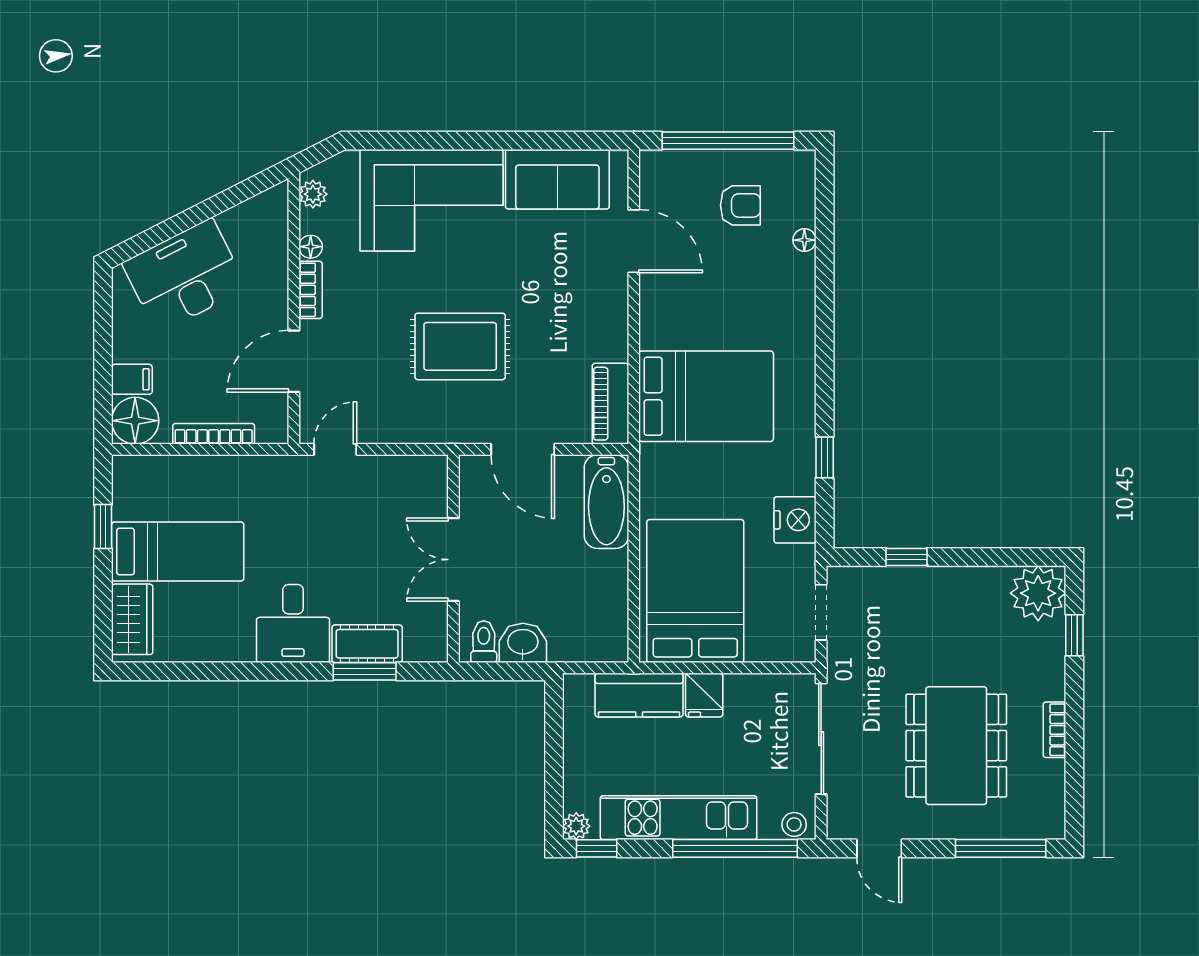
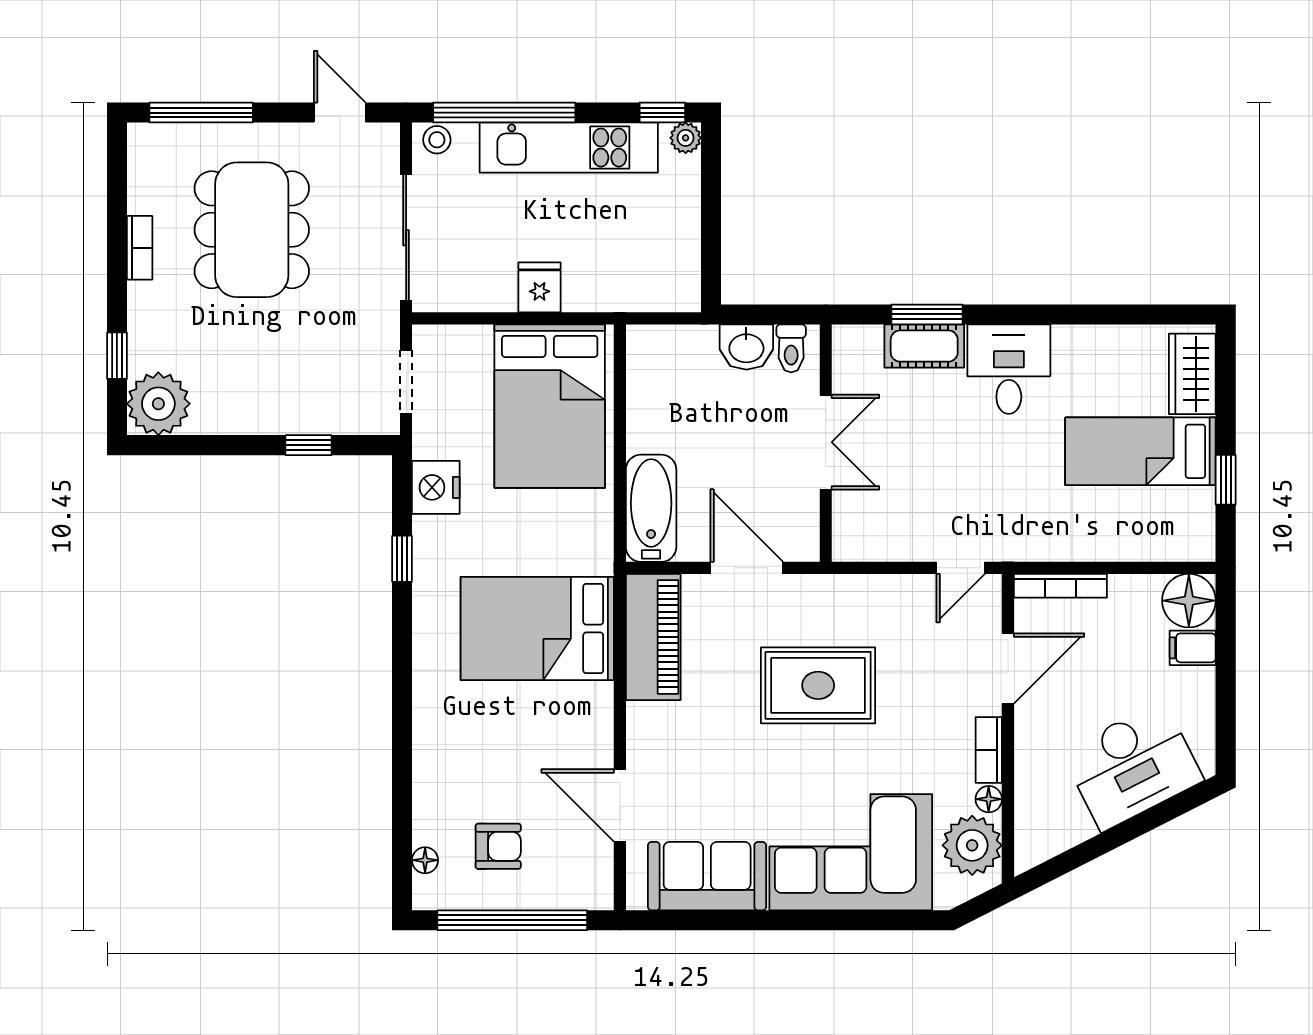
plant: (313, 194) -> (972, 845), width x1.88, depth x1.88
armchair: (740, 205) -> (498, 846), turned 180
floor lamp: (804, 240) -> (425, 860), moved
piano: (610, 404) -> (653, 637), width x1.37, depth x1.33
bookcase: (214, 434) -> (1060, 586), moved
kitchen counter: (639, 695) -> (614, 287), removed

